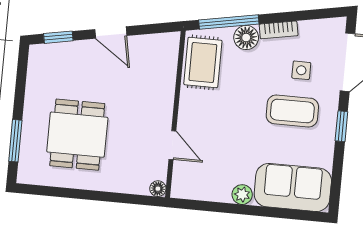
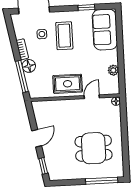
rug: (203, 62) -> (68, 84), moved
window: (341, 126) -> (86, 7), moved
window: (15, 141) -> (102, 181), width x1.44
plant: (242, 195) -> (113, 70), moved

